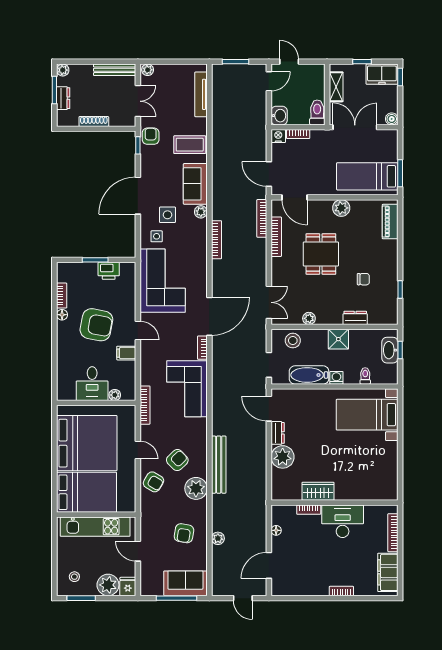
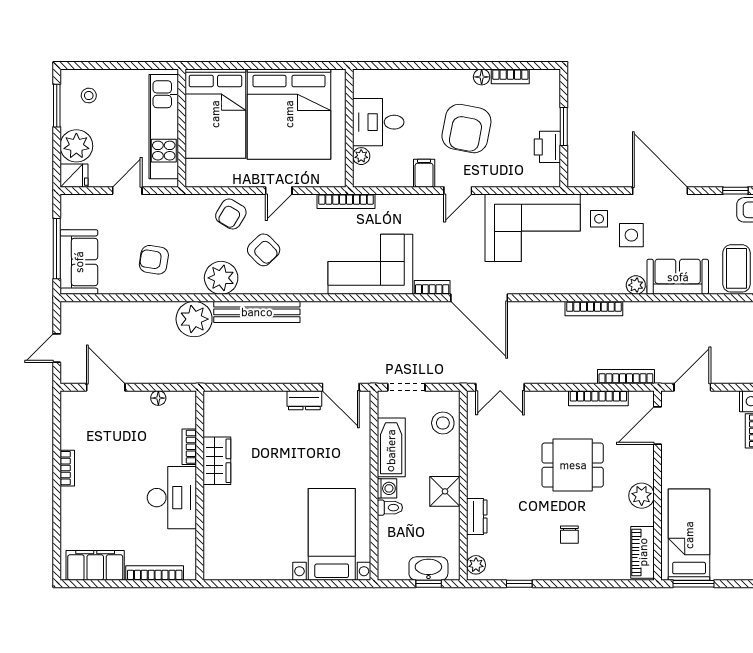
piano: (390, 222) -> (643, 552), moved, turned -90
chair: (363, 279) -> (569, 535), moved
plant: (309, 318) -> (476, 565), moved
toilet: (365, 376) -> (390, 508), moved
door: (269, 409) -> (341, 387), swing flipped
plant: (283, 457) -> (268, 408), removed
plant: (218, 538) -> (194, 319), moved, width x1.87, depth x1.87
bookcase: (341, 591) -> (67, 468), moved

